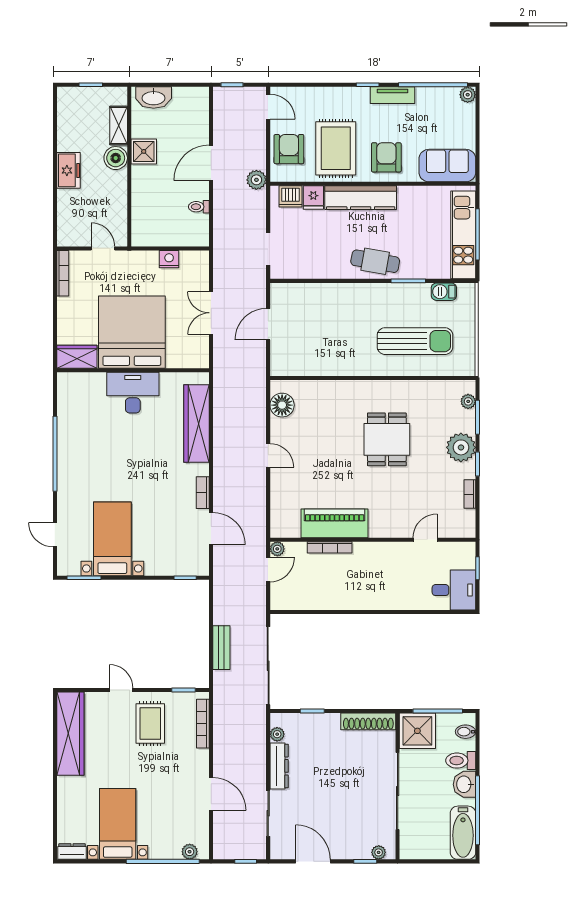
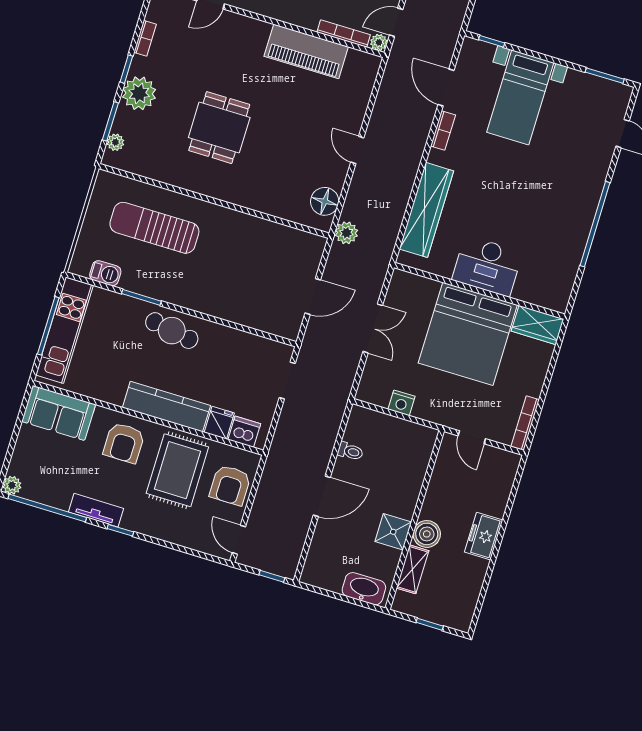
plant: (256, 180) -> (346, 233), moved
bed with nightstands: (112, 539) -> (520, 97), moved
bookcase: (330, 547) -> (344, 34), moved

